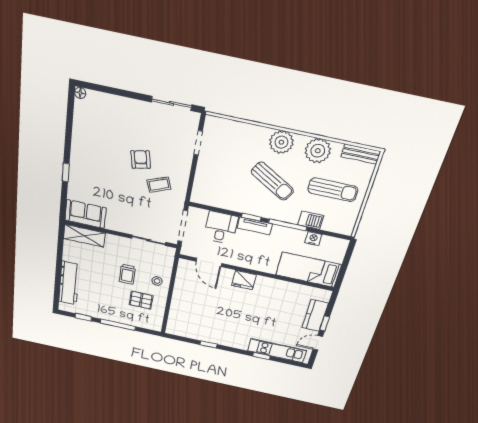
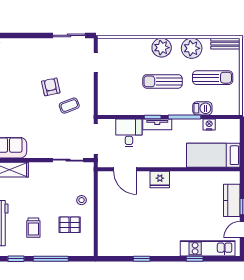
sun lounger: (272, 181) -> (162, 81), turned 150
trolley: (127, 274) -> (33, 228), moved

